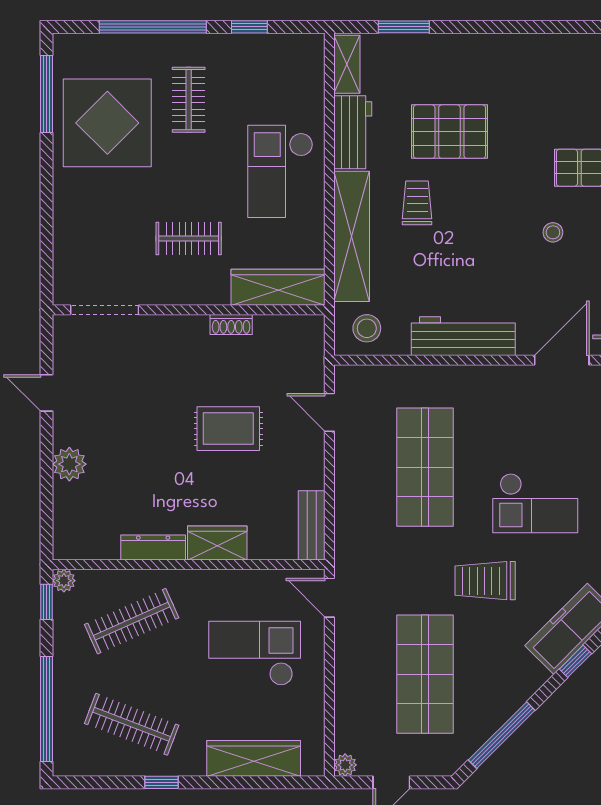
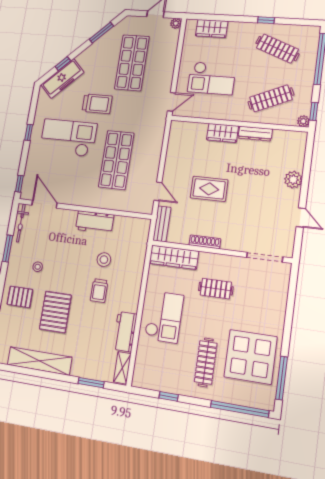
window: (153, 27) -> (240, 409), moved
clothes rail: (189, 100) -> (206, 362), width x1.36
pallet: (449, 132) -> (55, 312), moved, turned 90
shelving: (352, 236) -> (40, 361), moved, turned 90
shoe rack: (231, 324) -> (205, 242), width x1.43
stool: (367, 328) -> (104, 260), moved
workbench: (463, 336) -> (95, 222), width x0.73
door: (562, 360) -> (44, 204), swing flipped
checkout: (535, 503) -> (68, 138), width x1.36, depth x1.21
bench: (312, 525) -> (162, 224), moved
door: (329, 598) -> (171, 102), hinge flipped
window: (502, 735) -> (101, 33), width x0.69
wardrobe: (254, 758) -> (212, 28), width x0.67

